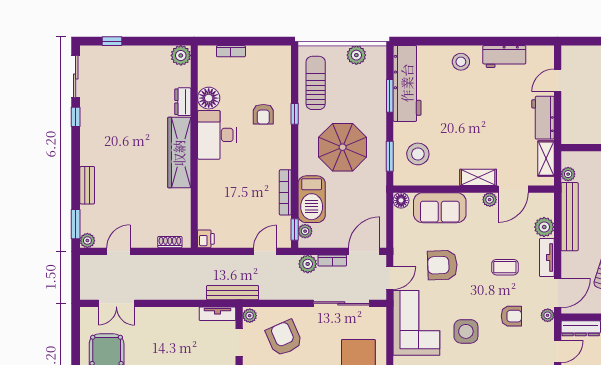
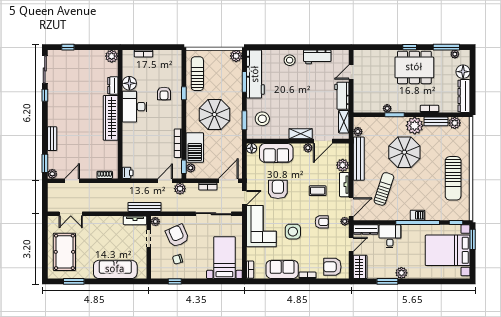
plant: (356, 55) -> (236, 56), moved
plant: (308, 264) -> (180, 189), moved
armchair: (442, 265) -> (278, 189), turned 92

